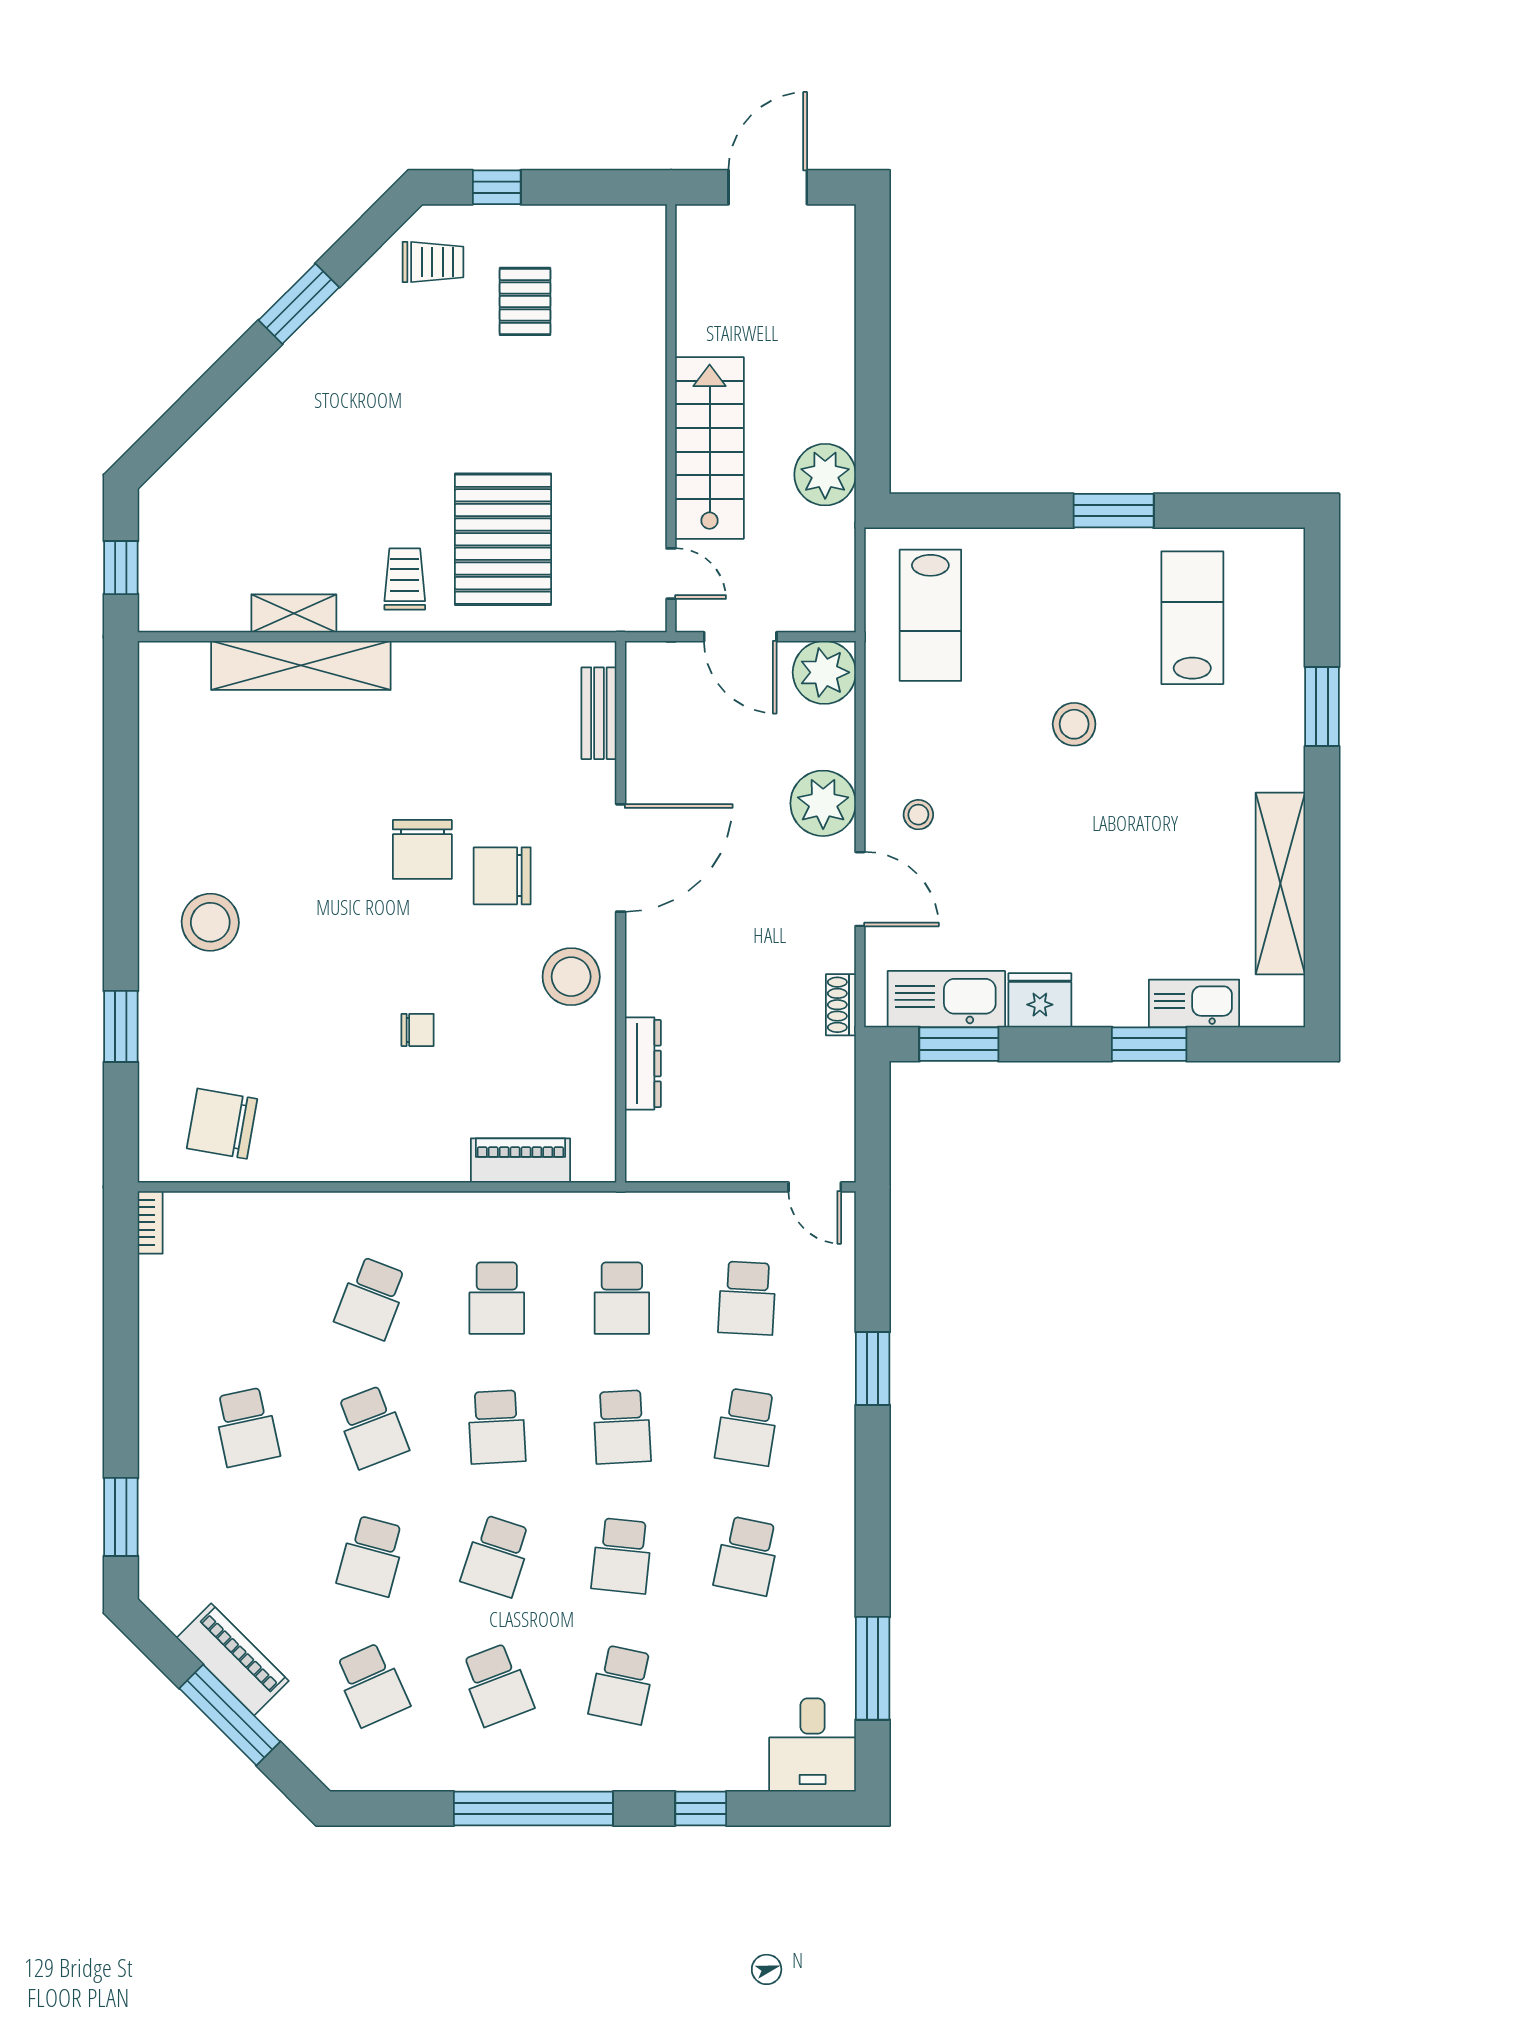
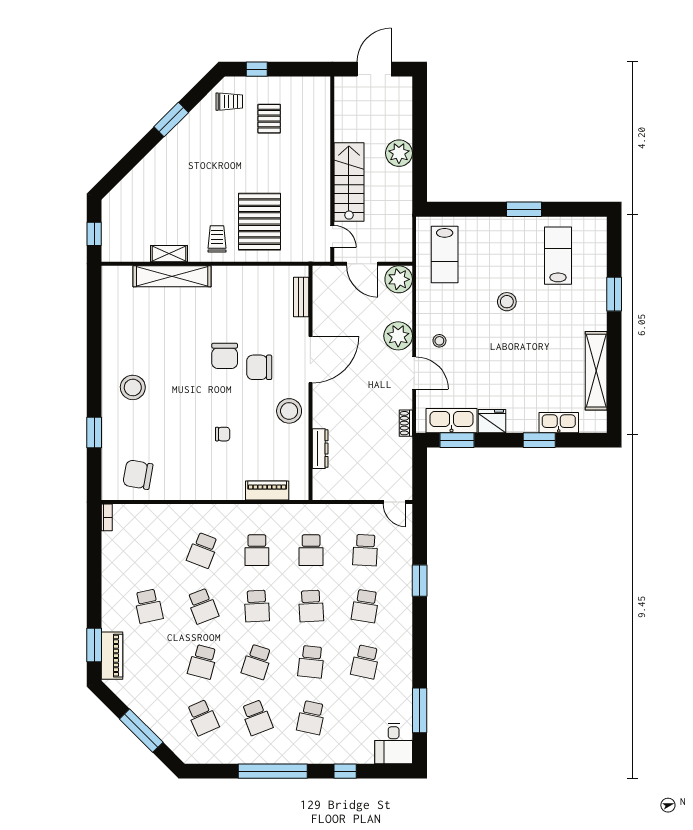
plant: (825, 475) -> (399, 153), moved
piano: (233, 1659) -> (112, 656), moved, turned 45

